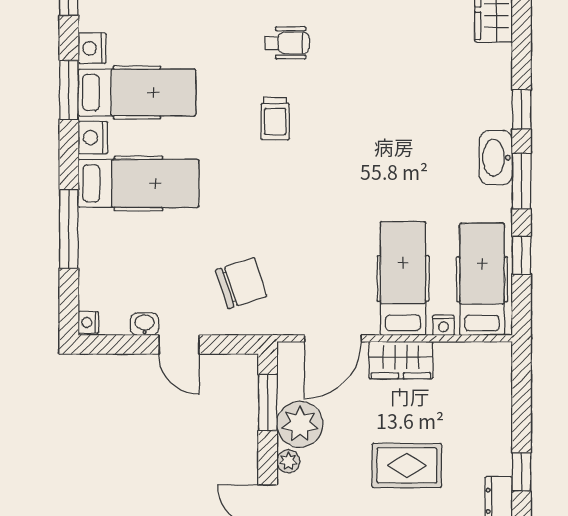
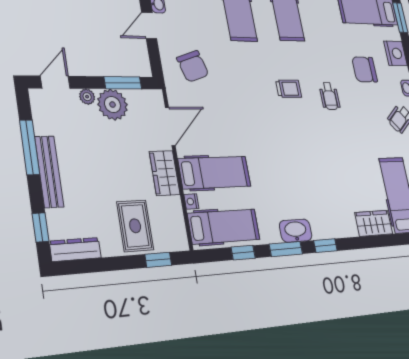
trolley: (275, 119) -> (289, 89), turned 180
door: (333, 338) -> (170, 126), swing flipped
rug: (407, 465) -> (135, 226), moved
window: (522, 472) -> (158, 260), moved

